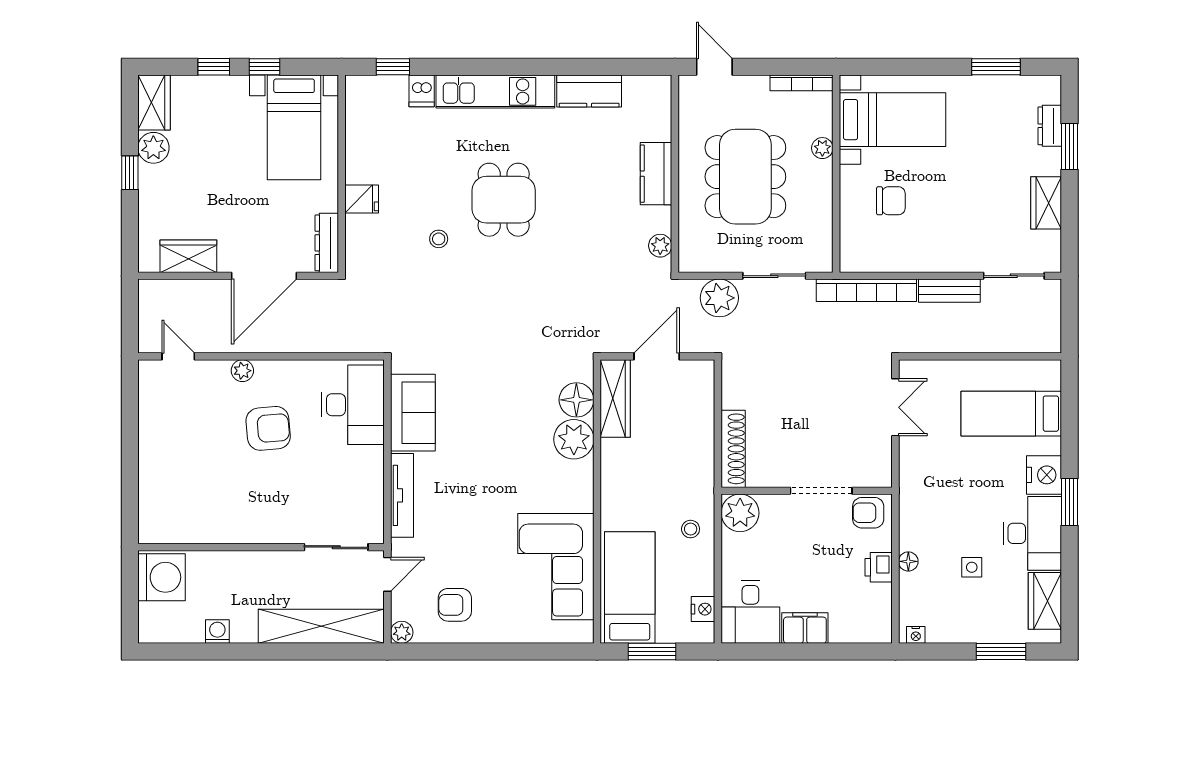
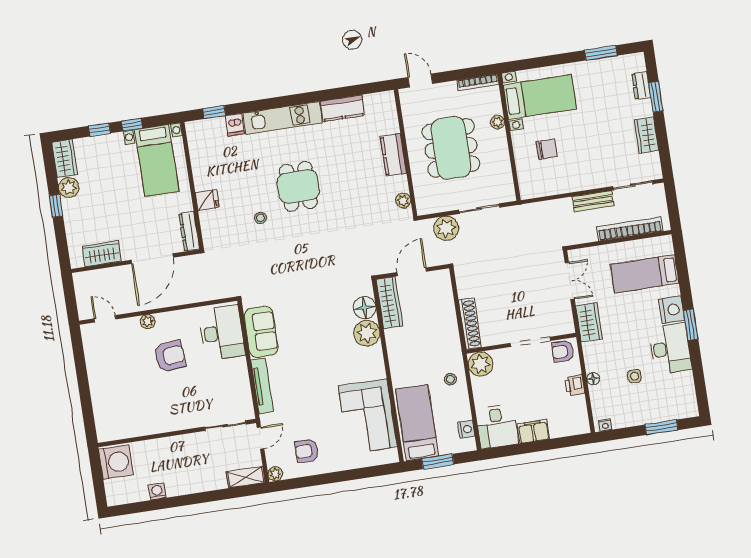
bookcase: (866, 290) -> (630, 229), moved, turned 180
wardrobe: (1045, 601) -> (589, 323), moved, turned 180
shelving: (321, 626) -> (246, 477), width x0.45, depth x0.75

